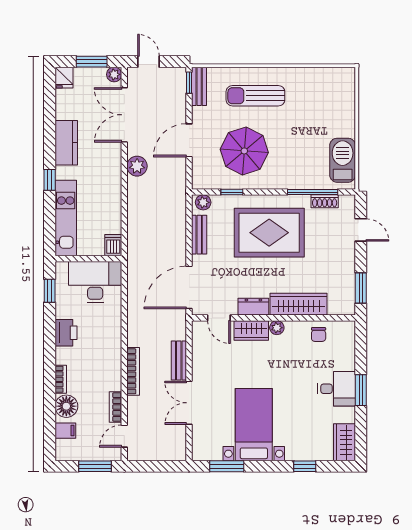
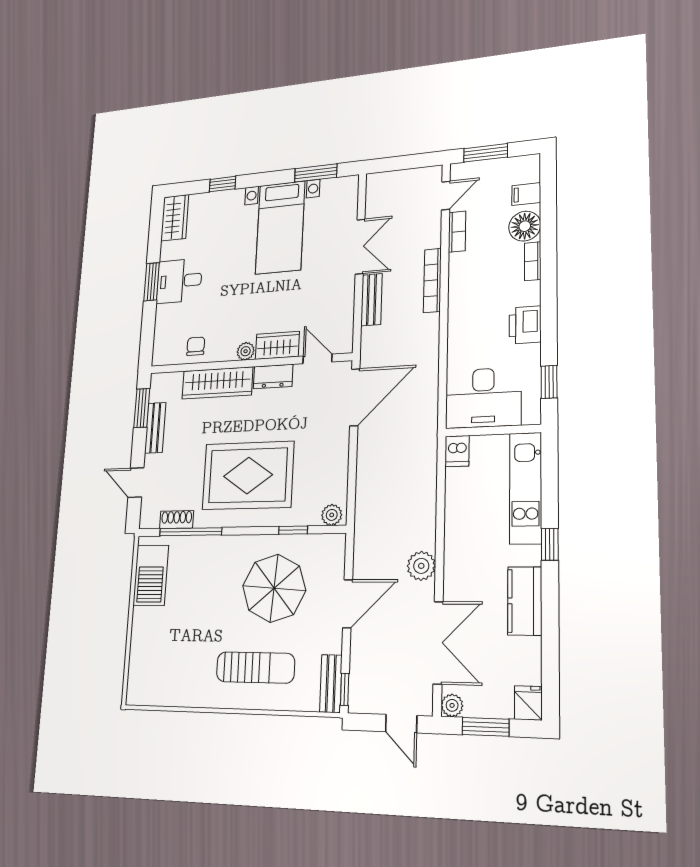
bench: (199, 235) -> (155, 428), moved

